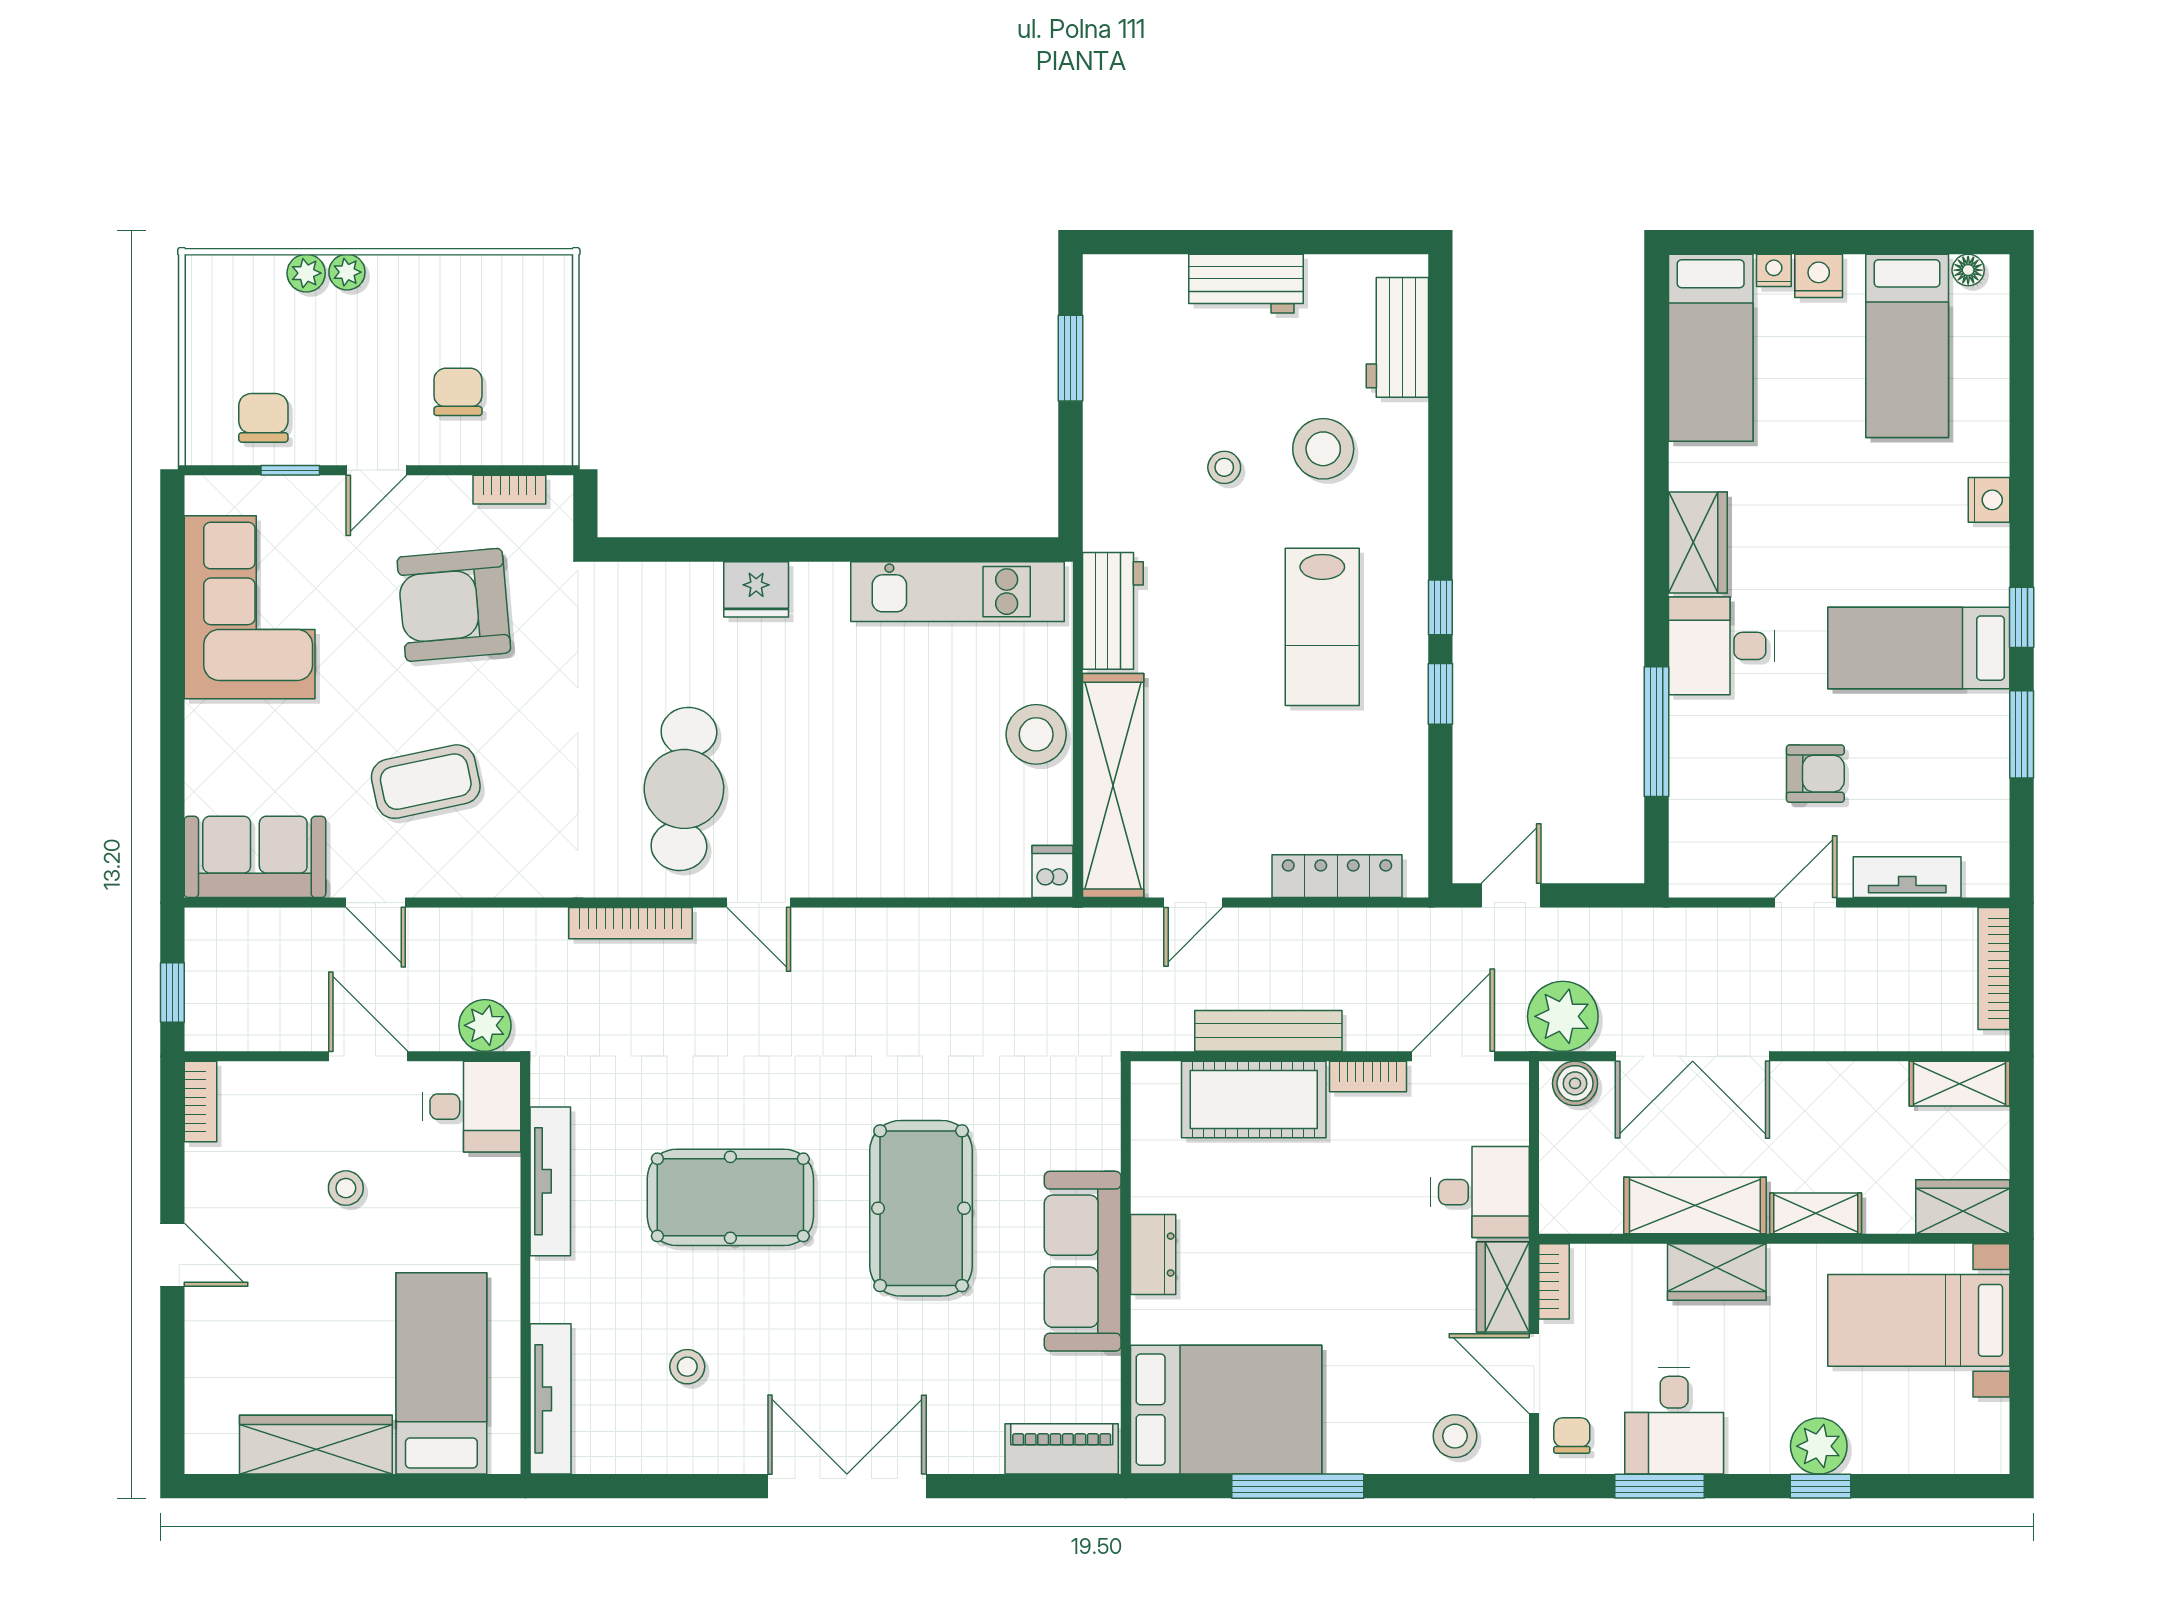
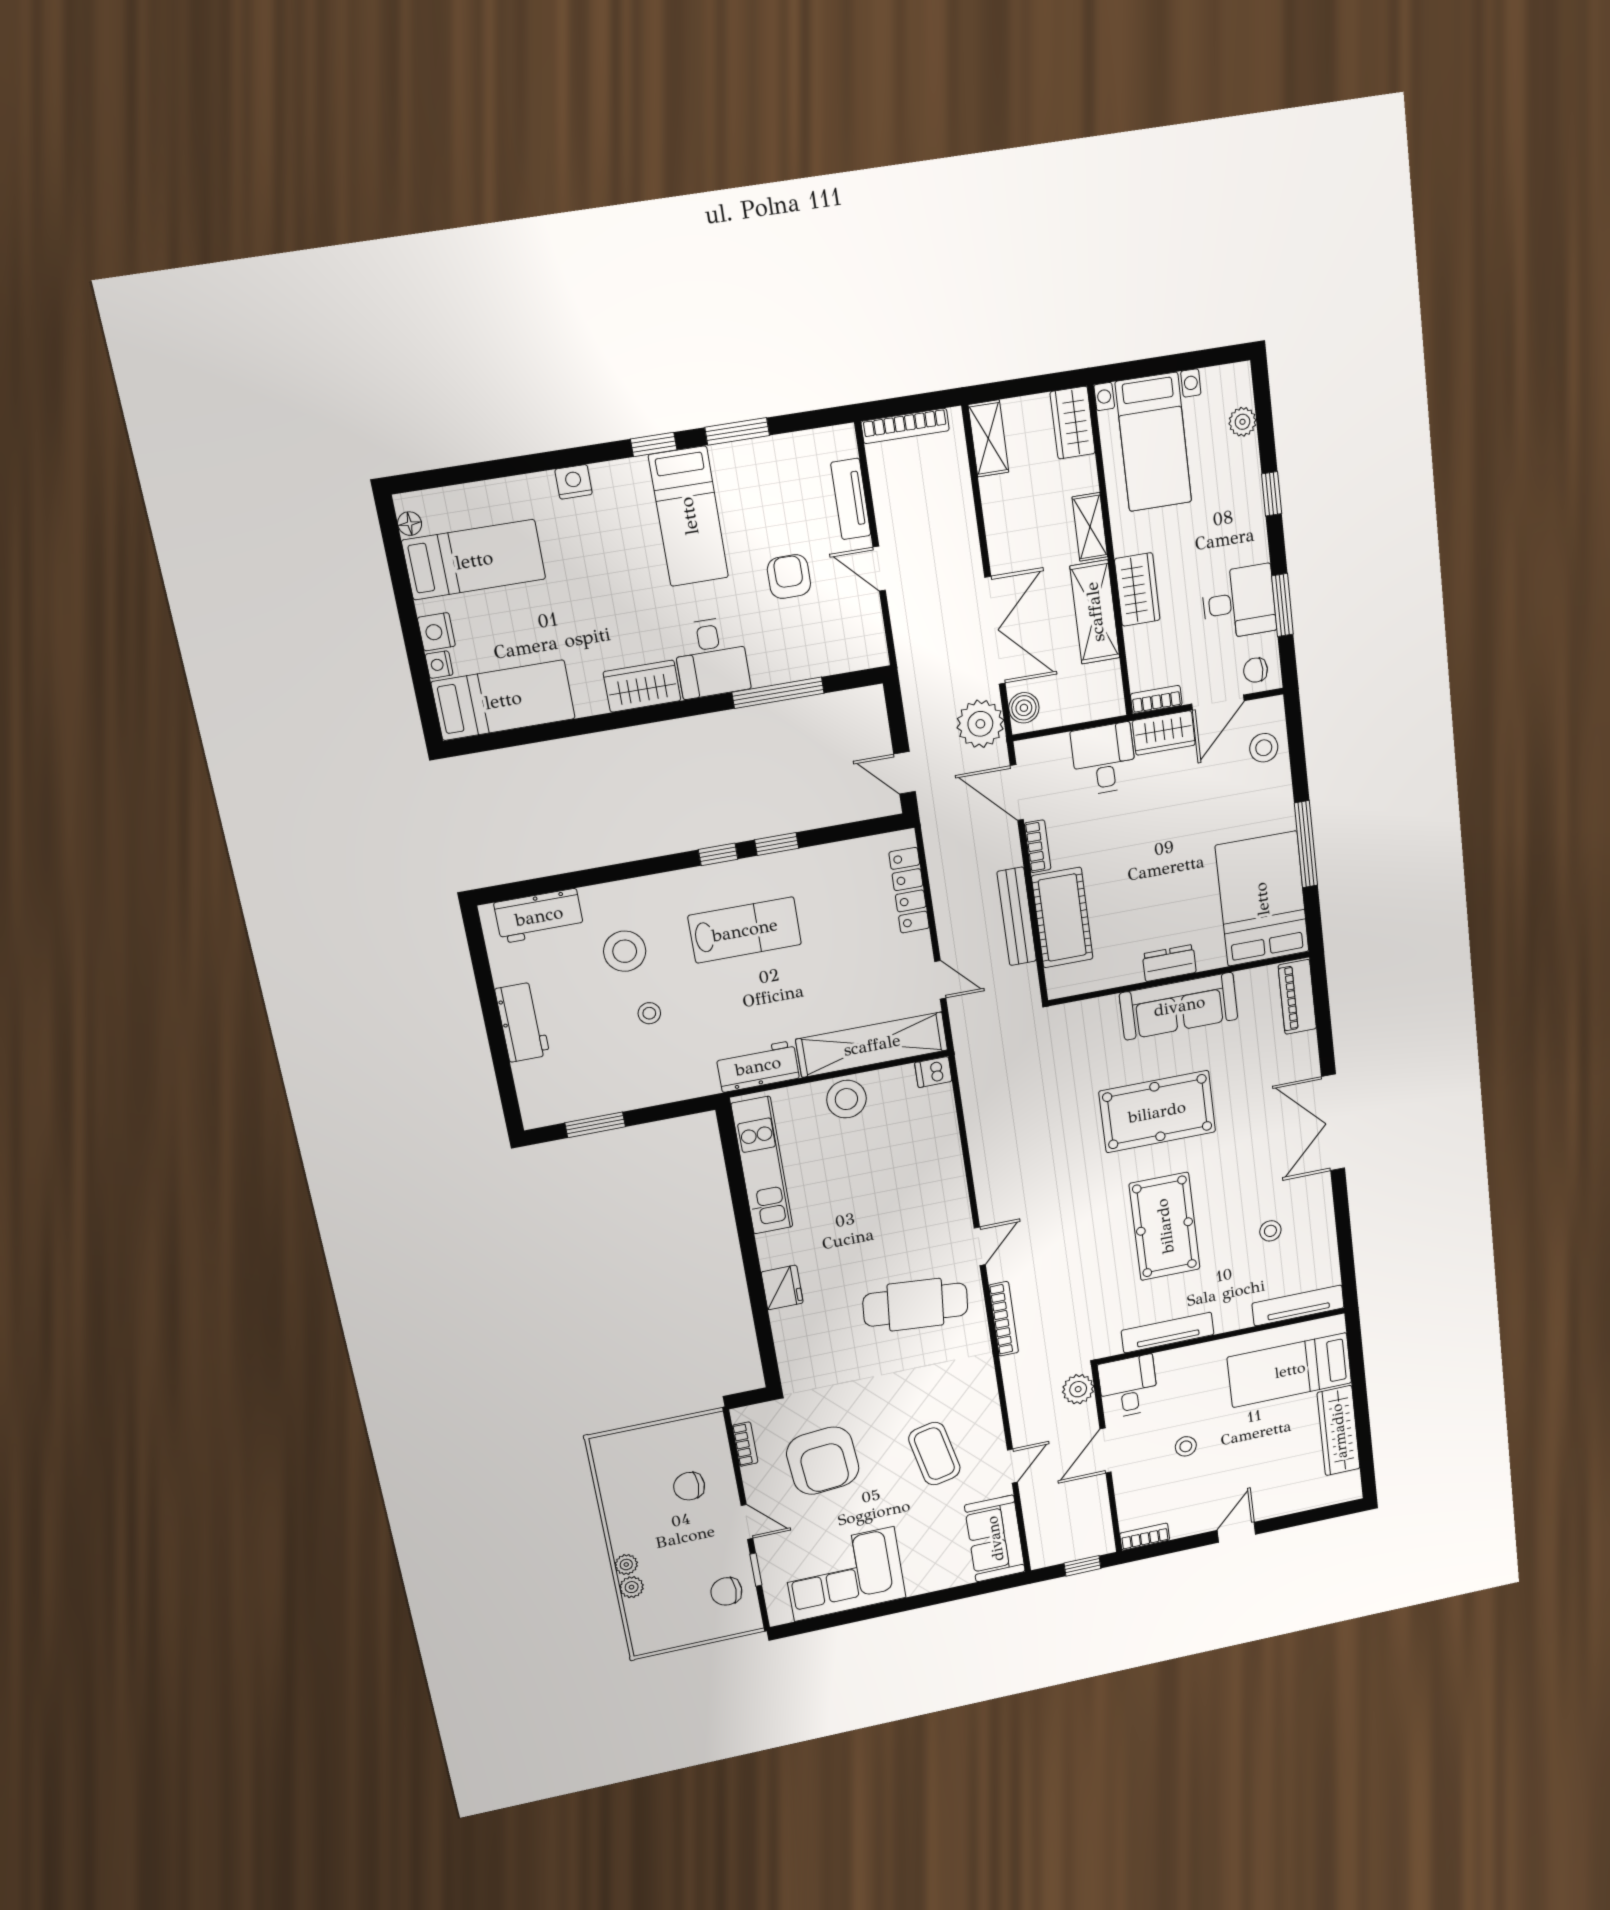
plant: (1819, 1446) -> (1242, 422), moved, width x0.73, depth x0.73

